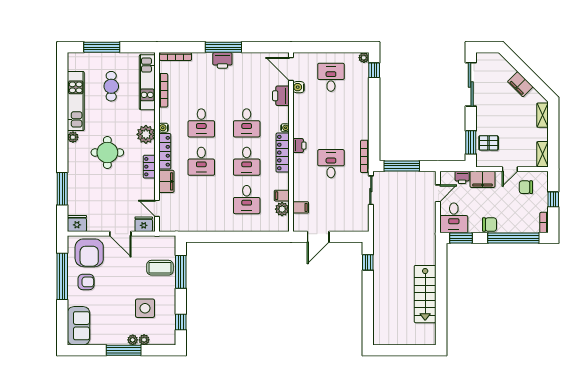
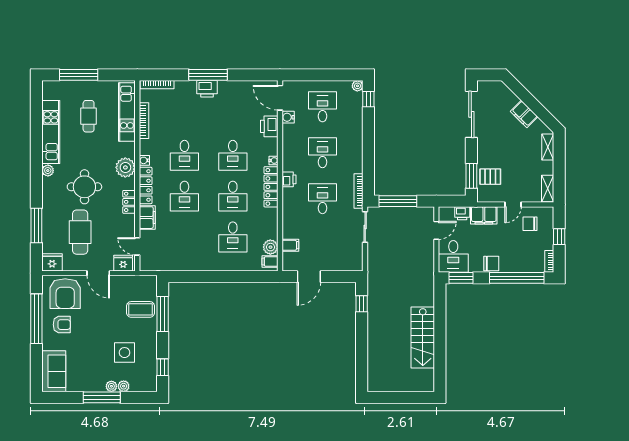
desk: (331, 120) -> (323, 153), added
cafe table: (103, 195) -> (80, 232), added
filing cabinet: (282, 196) -> (270, 261), moved

